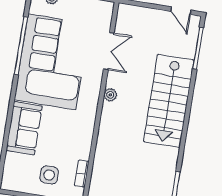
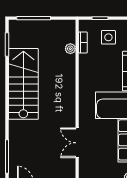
plant: (110, 95) -> (70, 49), moved
stairs: (169, 101) -> (23, 84), moved

